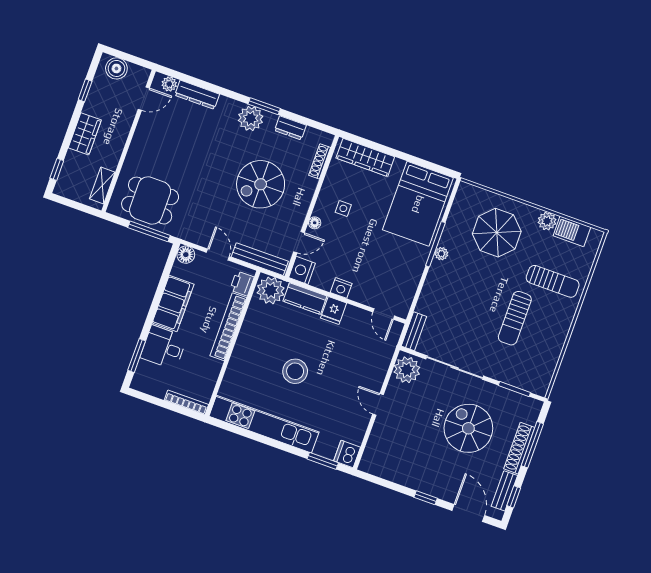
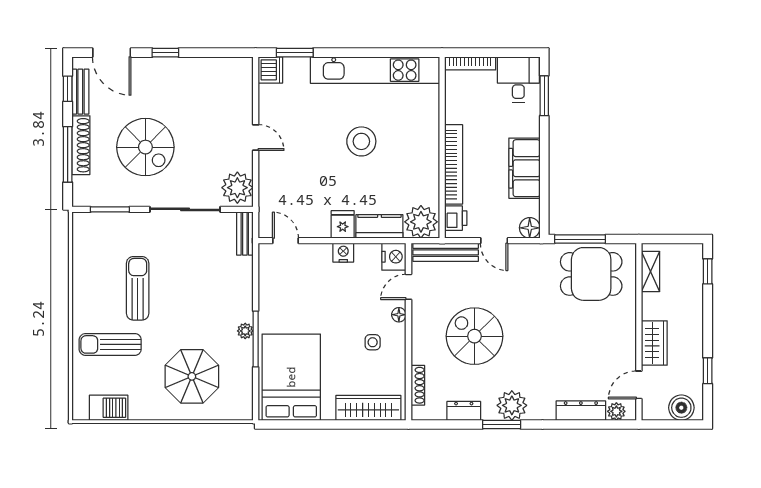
wardrobe: (85, 134) -> (654, 343), moved, turned 180
spiral stairs: (261, 184) -> (474, 336), turned -90
plant: (547, 221) -> (141, 409), removed
desk: (164, 347) -> (518, 79), moved, turned -90

